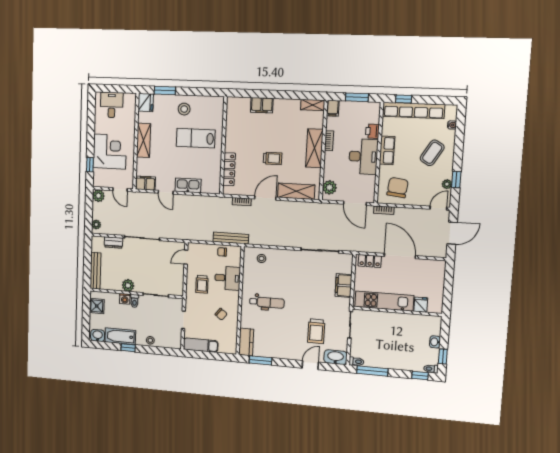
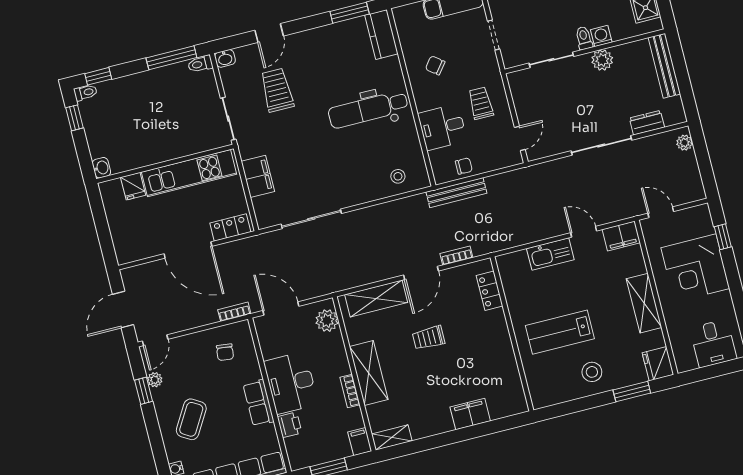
lab bench: (196, 138) -> (560, 332), turned 180
locker: (229, 169) -> (490, 291), width x0.66
chair: (398, 188) -> (225, 352), width x0.54, depth x0.54
plant: (98, 196) -> (694, 191), removed
dental chair: (267, 302) -> (368, 109), width x1.36, depth x1.38
washbasin: (435, 342) -> (101, 168), moved
washbasin: (335, 357) -> (225, 58), width x0.52, depth x0.69

